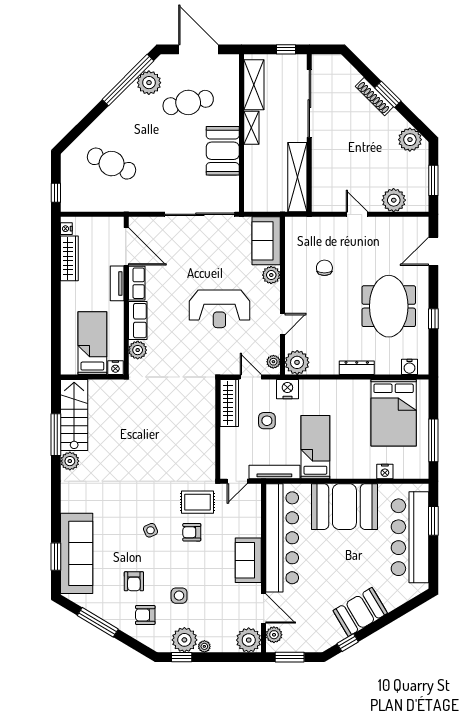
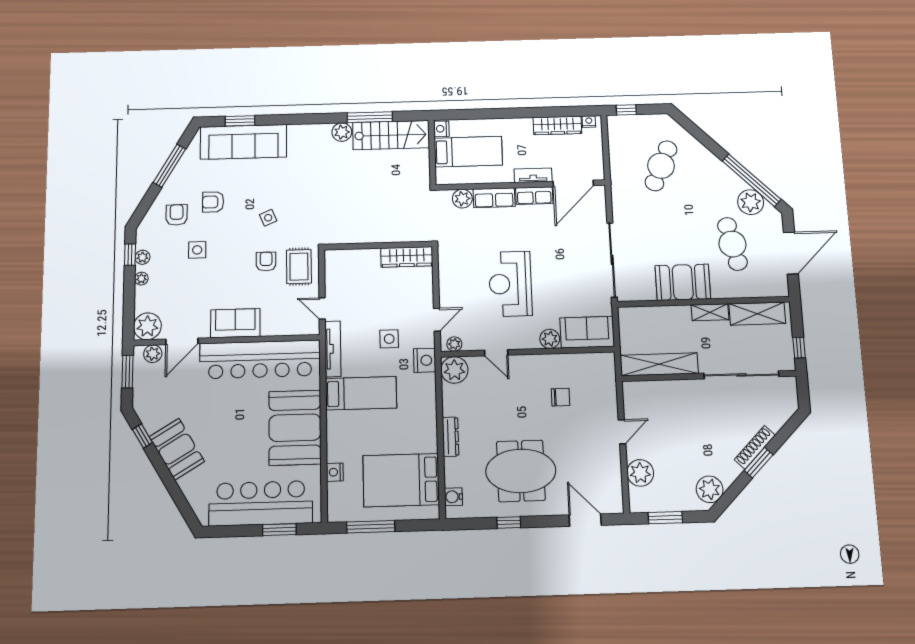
nightstand: (115, 368) -> (441, 129), moved
wardrobe: (229, 403) -> (407, 257), moved
wall: (218, 429) -> (378, 246), moved
plant: (184, 640) -> (142, 257), width x0.53, depth x0.53

